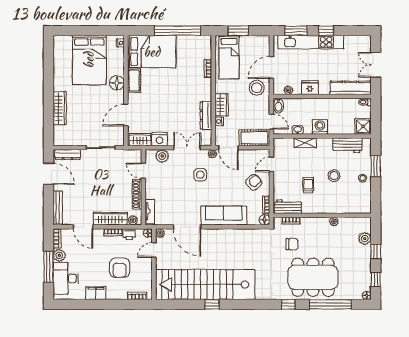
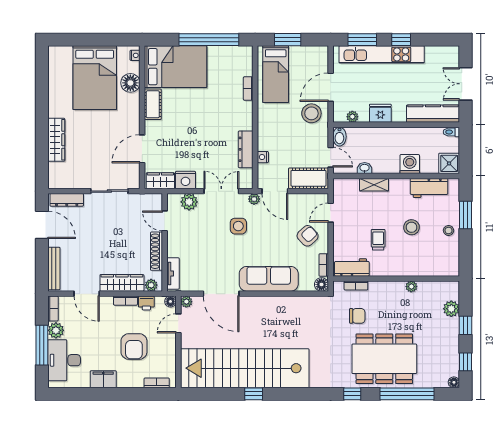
floor lamp: (117, 83) -> (130, 83), moved
wardrobe: (222, 105) -> (266, 136), removed
washing machine: (320, 127) -> (410, 164), moved

